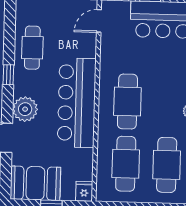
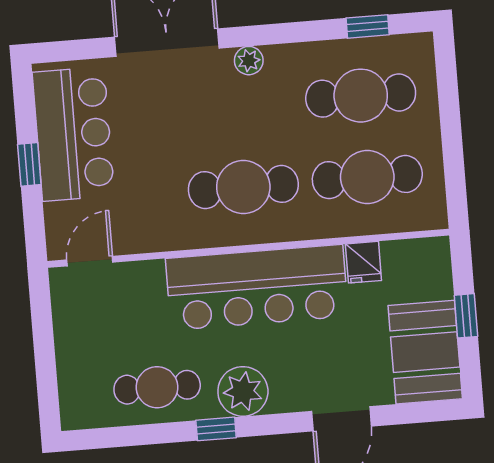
door: (99, 21) -> (90, 261), swing flipped
plant: (25, 109) -> (243, 391), moved
fridge: (84, 191) -> (363, 262), moved, turned -90

